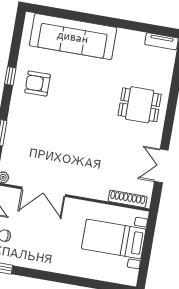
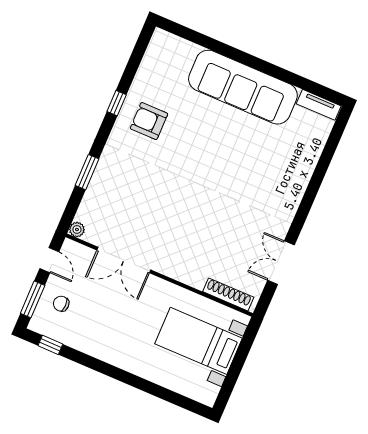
sofa: (73, 37) -> (243, 87), moved
dining table: (140, 105) -> (272, 179), removed

